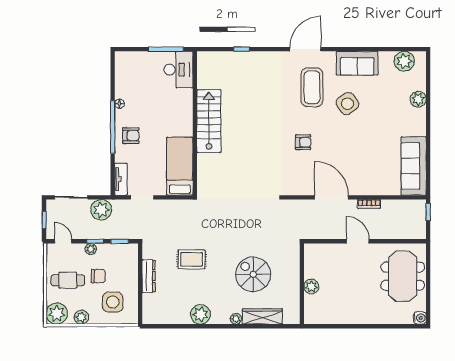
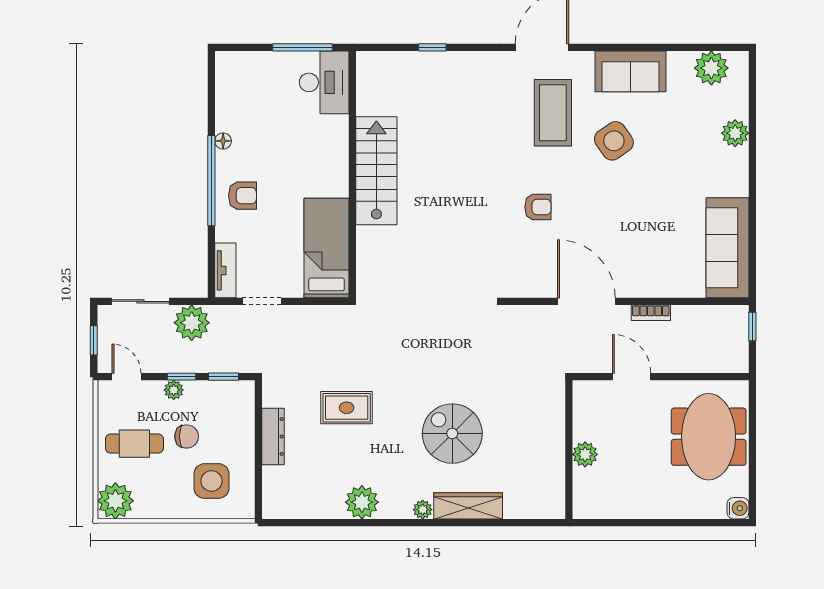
wall: (302, 284) -> (569, 450), moved
plant: (311, 287) -> (585, 454), moved
plant: (81, 317) -> (158, 507), removed

